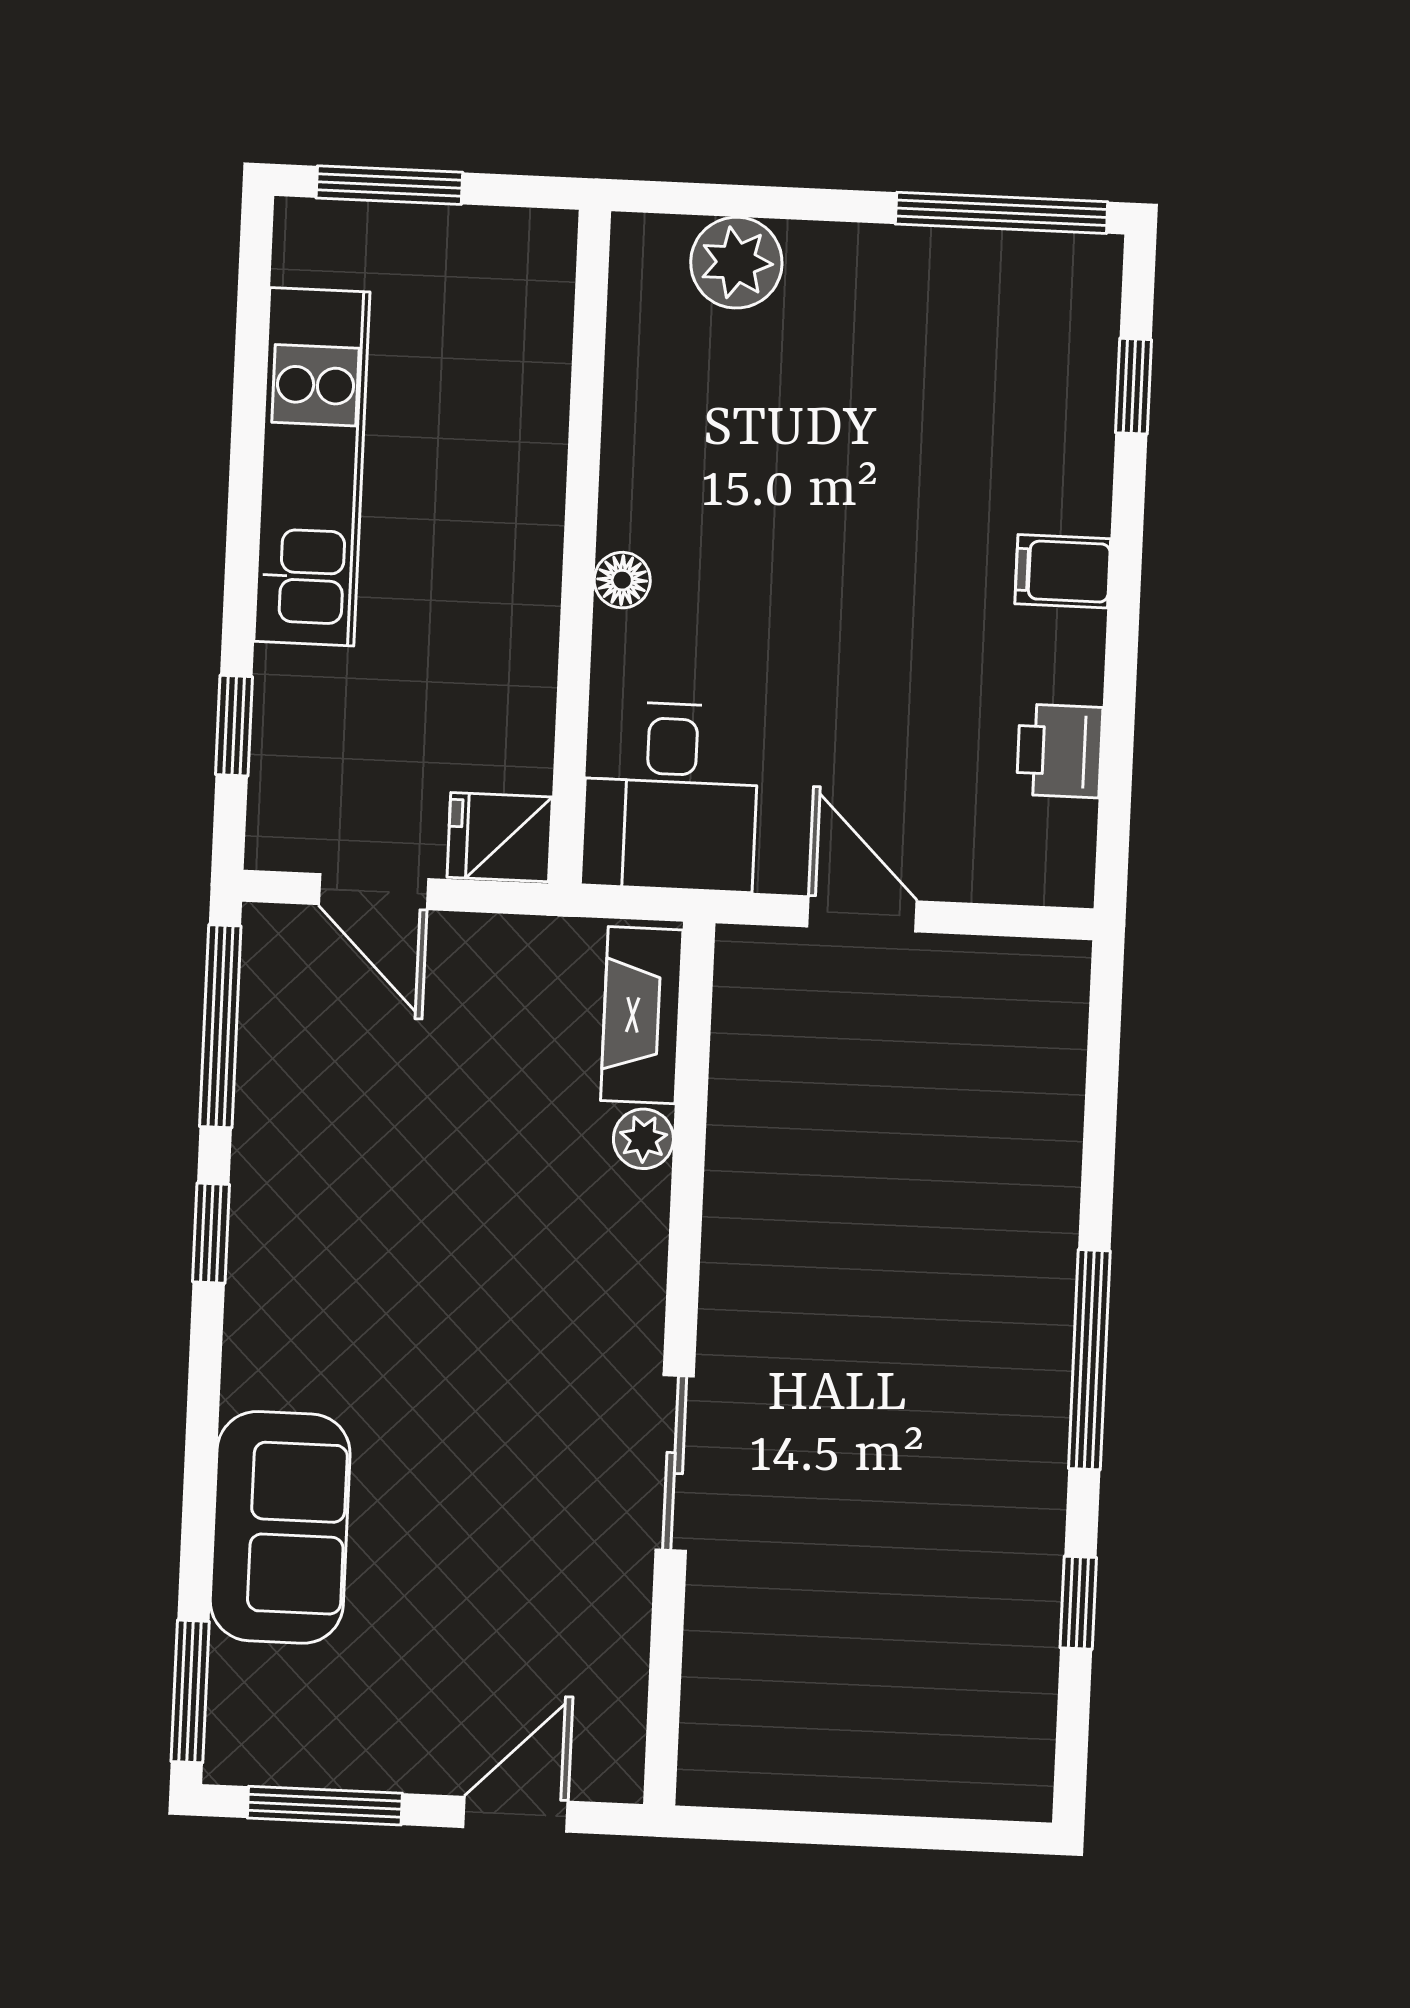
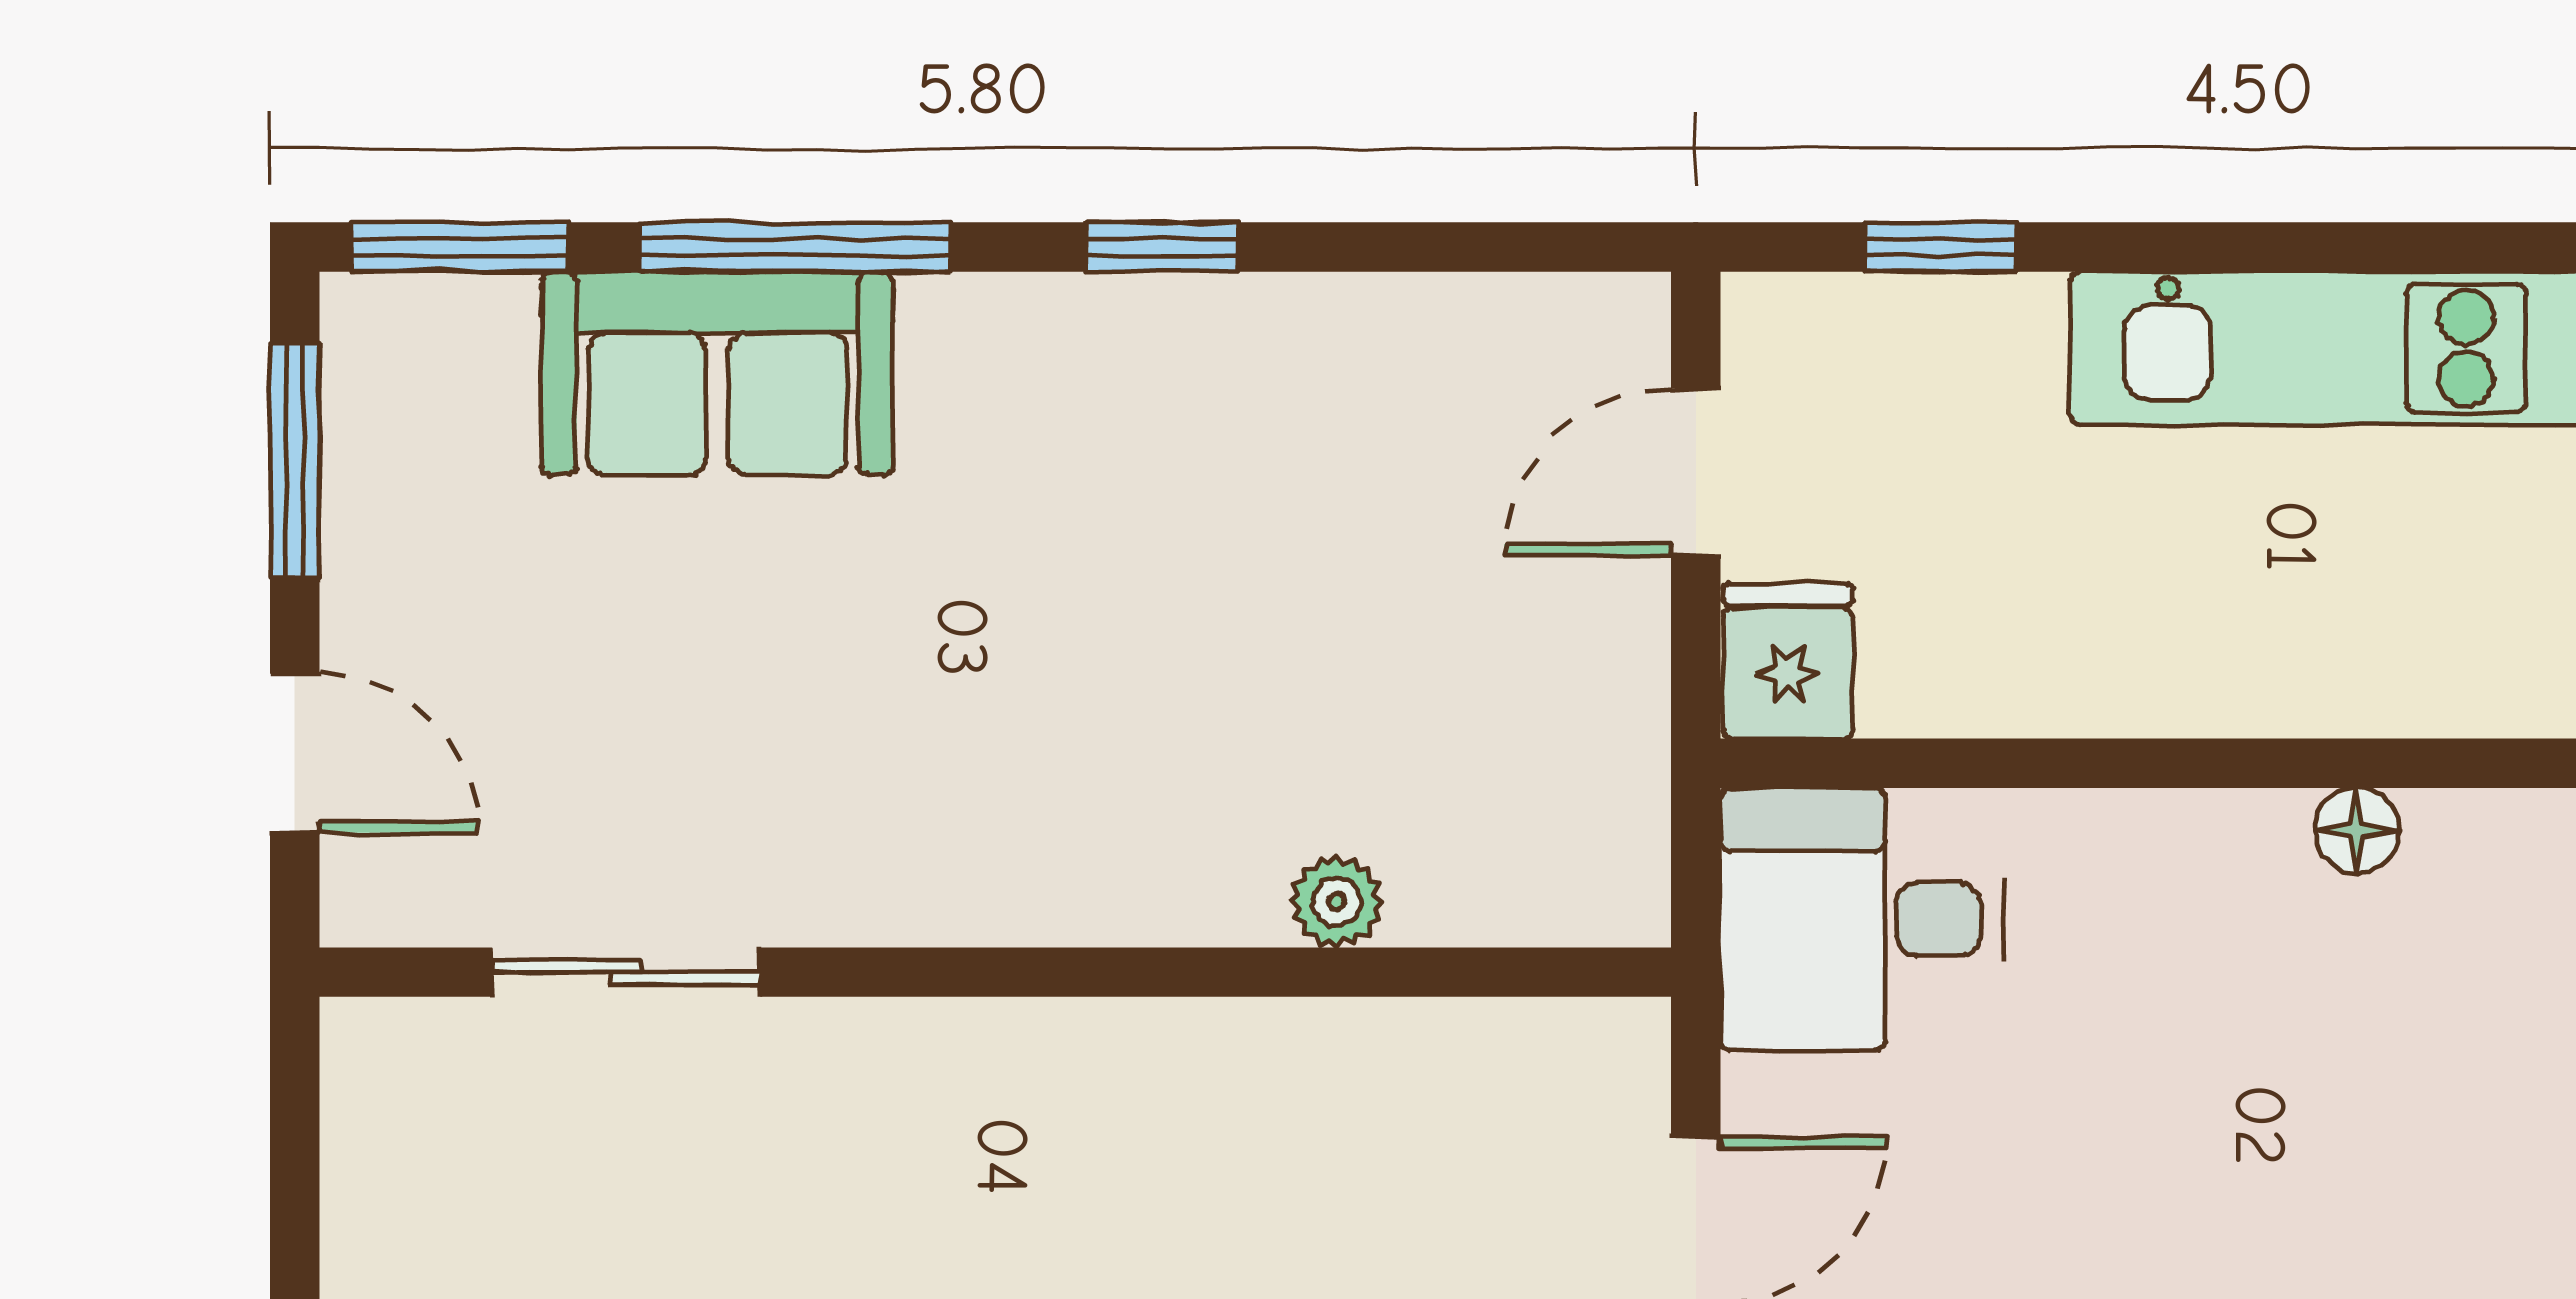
floor lamp: (622, 580) -> (2357, 831), moved
fireplace: (642, 1015) -> (1526, 891), removed
window: (220, 1026) -> (795, 247), moved
sliding door: (675, 1463) -> (626, 972), moved

